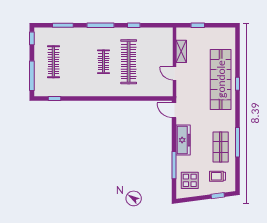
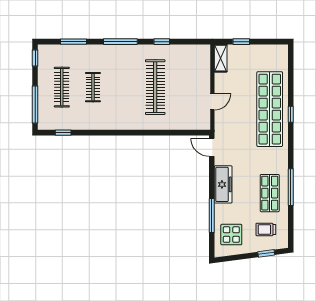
shelving: (181, 51) -> (221, 58), moved
clothes rail: (104, 62) -> (93, 87), moved
door: (175, 74) -> (212, 102), swing flipped

